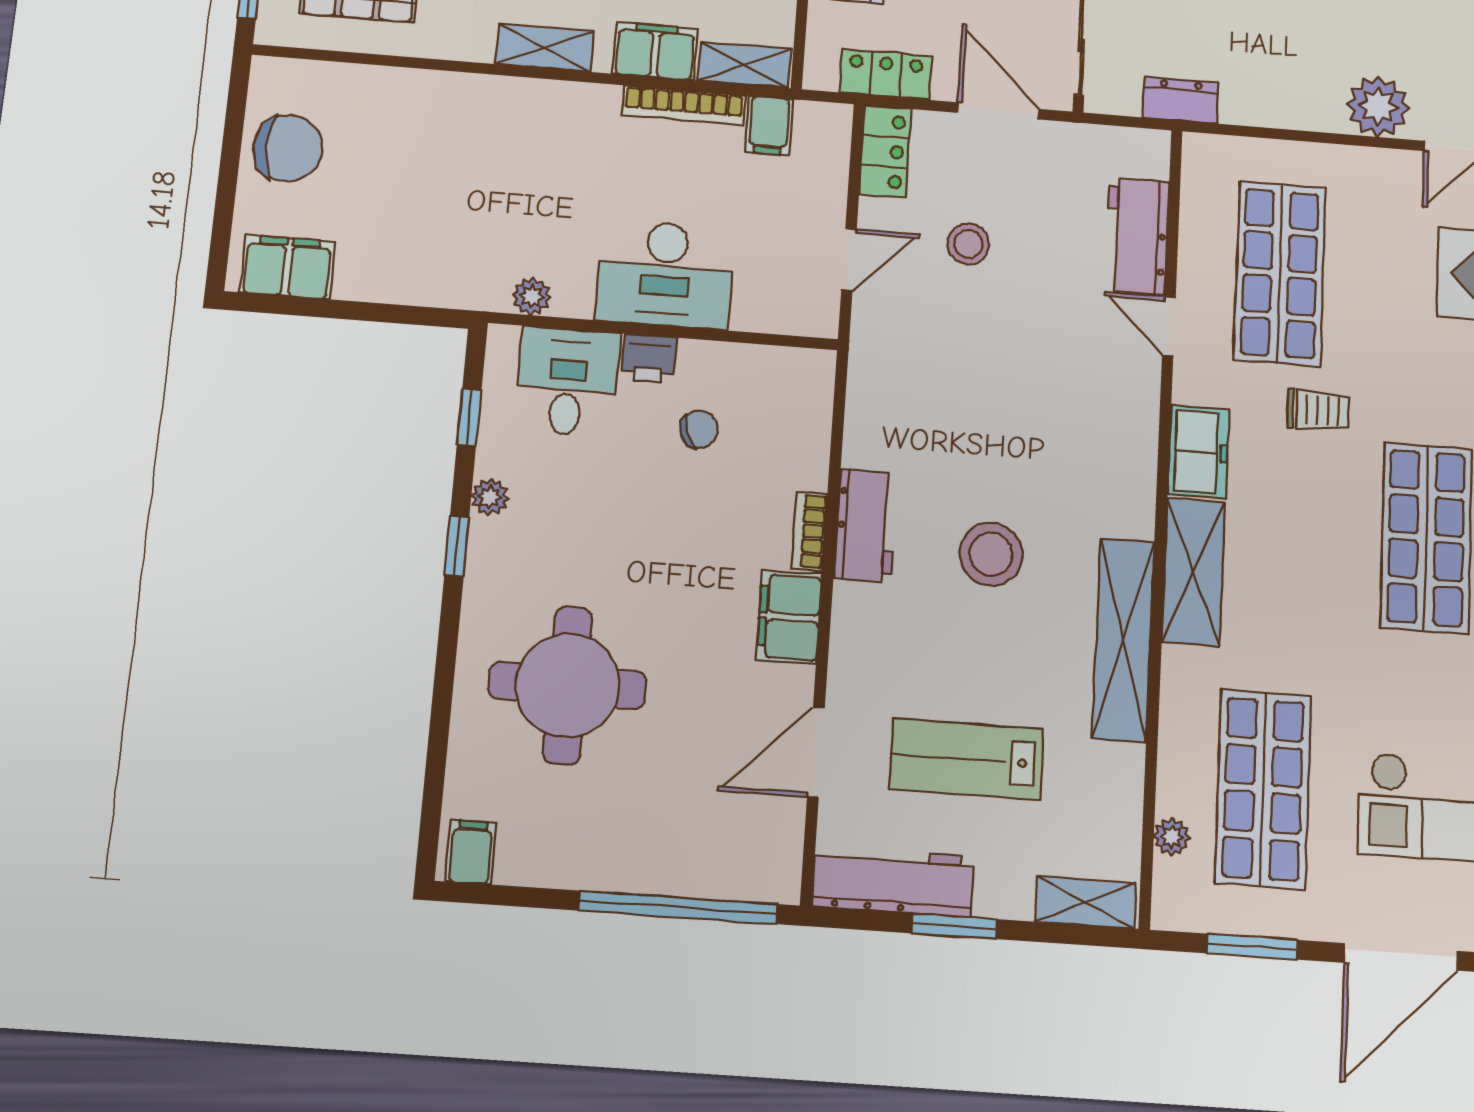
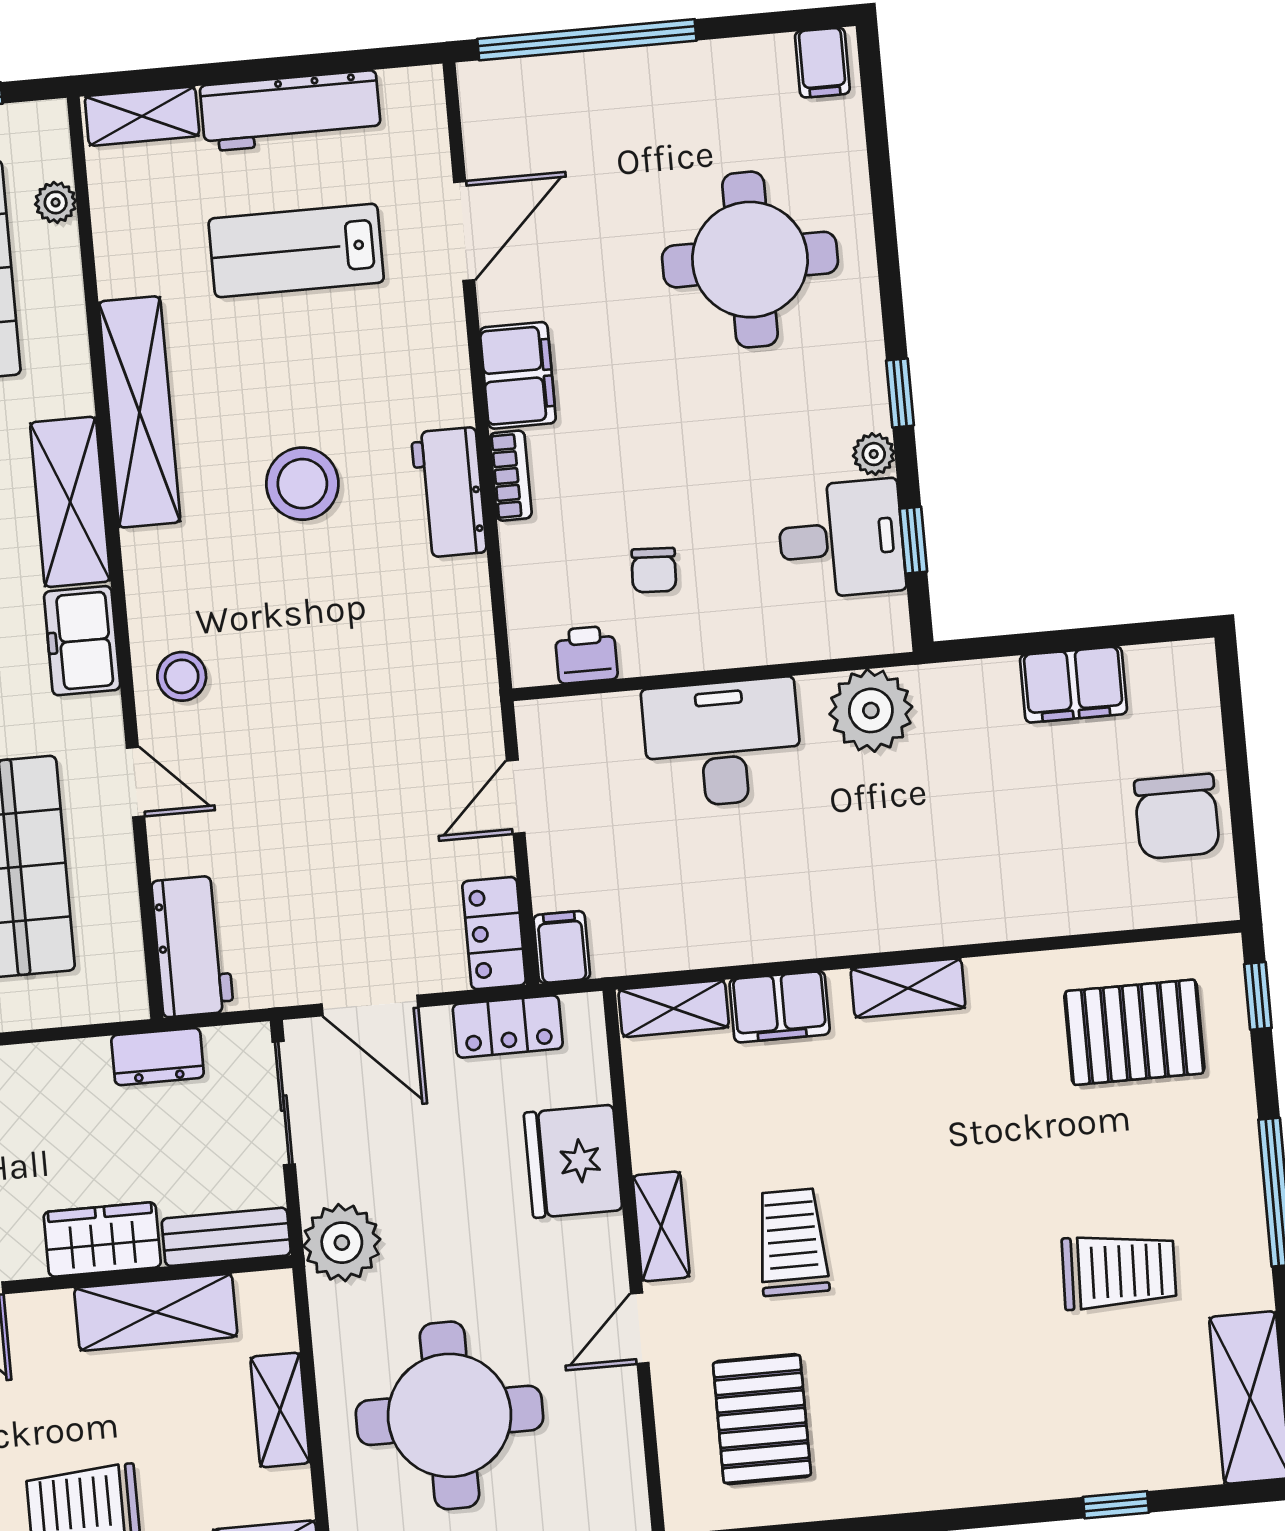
bookcase: (684, 105) -> (736, 947), removed
filing cabinet: (769, 125) -> (562, 947), moved
chair: (288, 148) -> (1177, 816), turned -90
workbench: (1137, 236) -> (192, 946), moved
stool: (968, 244) -> (182, 676), moved
filing cabinet: (287, 267) -> (1073, 685), moved
plant: (532, 296) -> (871, 710), width x1.87, depth x1.87
printer: (649, 359) -> (586, 655), moved
desk: (567, 381) -> (841, 539), moved, turned -90
chair: (699, 429) -> (654, 570), turned -68
lab bench: (967, 759) -> (296, 250), turned 180
workbench: (893, 881) -> (291, 111), moved
window: (954, 926) -> (283, 67), removed

